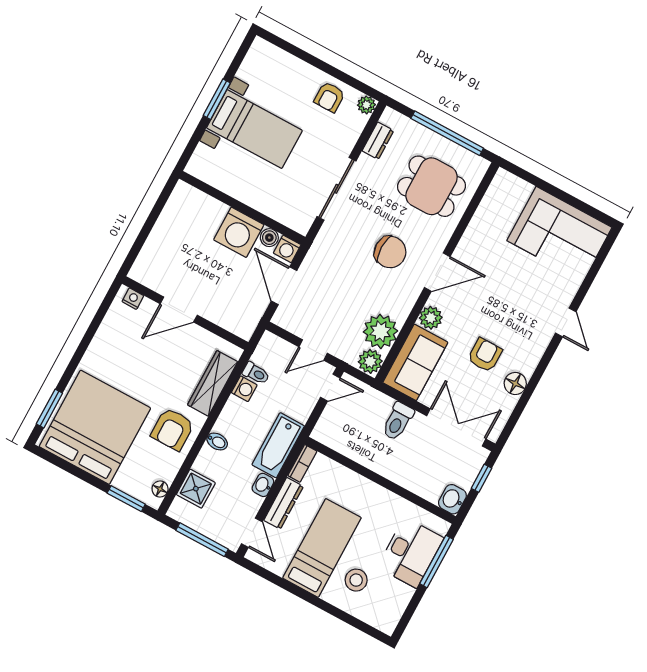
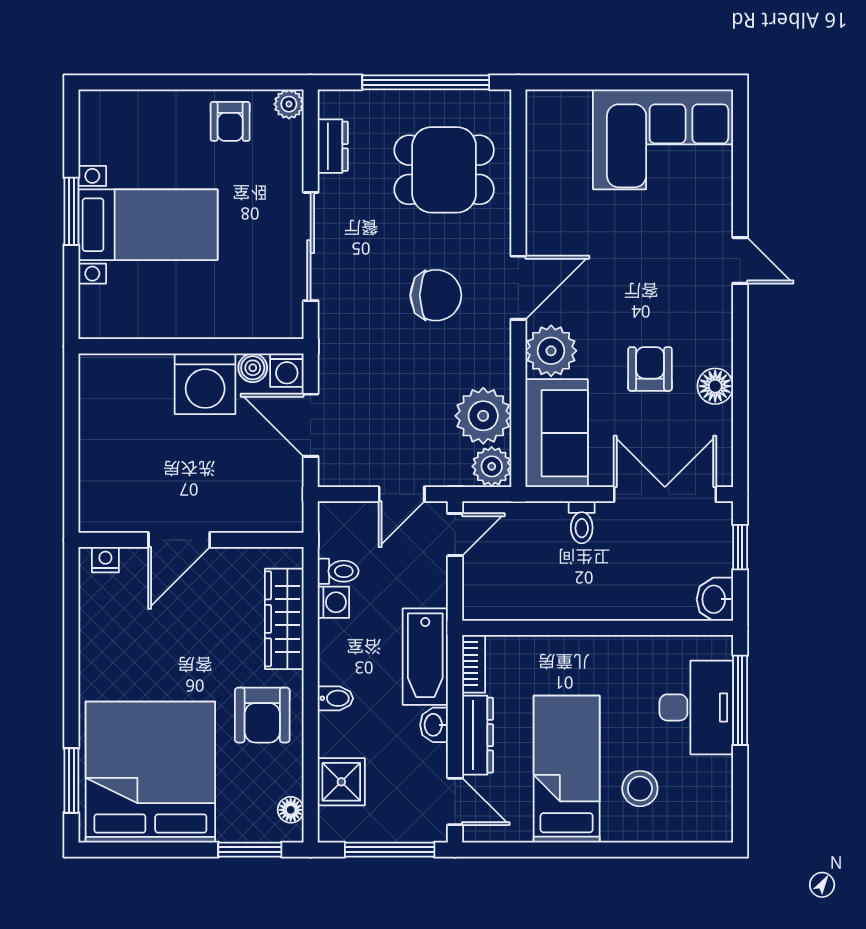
plant: (431, 318) -> (551, 351), width x1.36, depth x1.36
toilet: (398, 421) -> (582, 522), width x0.73, depth x0.72

